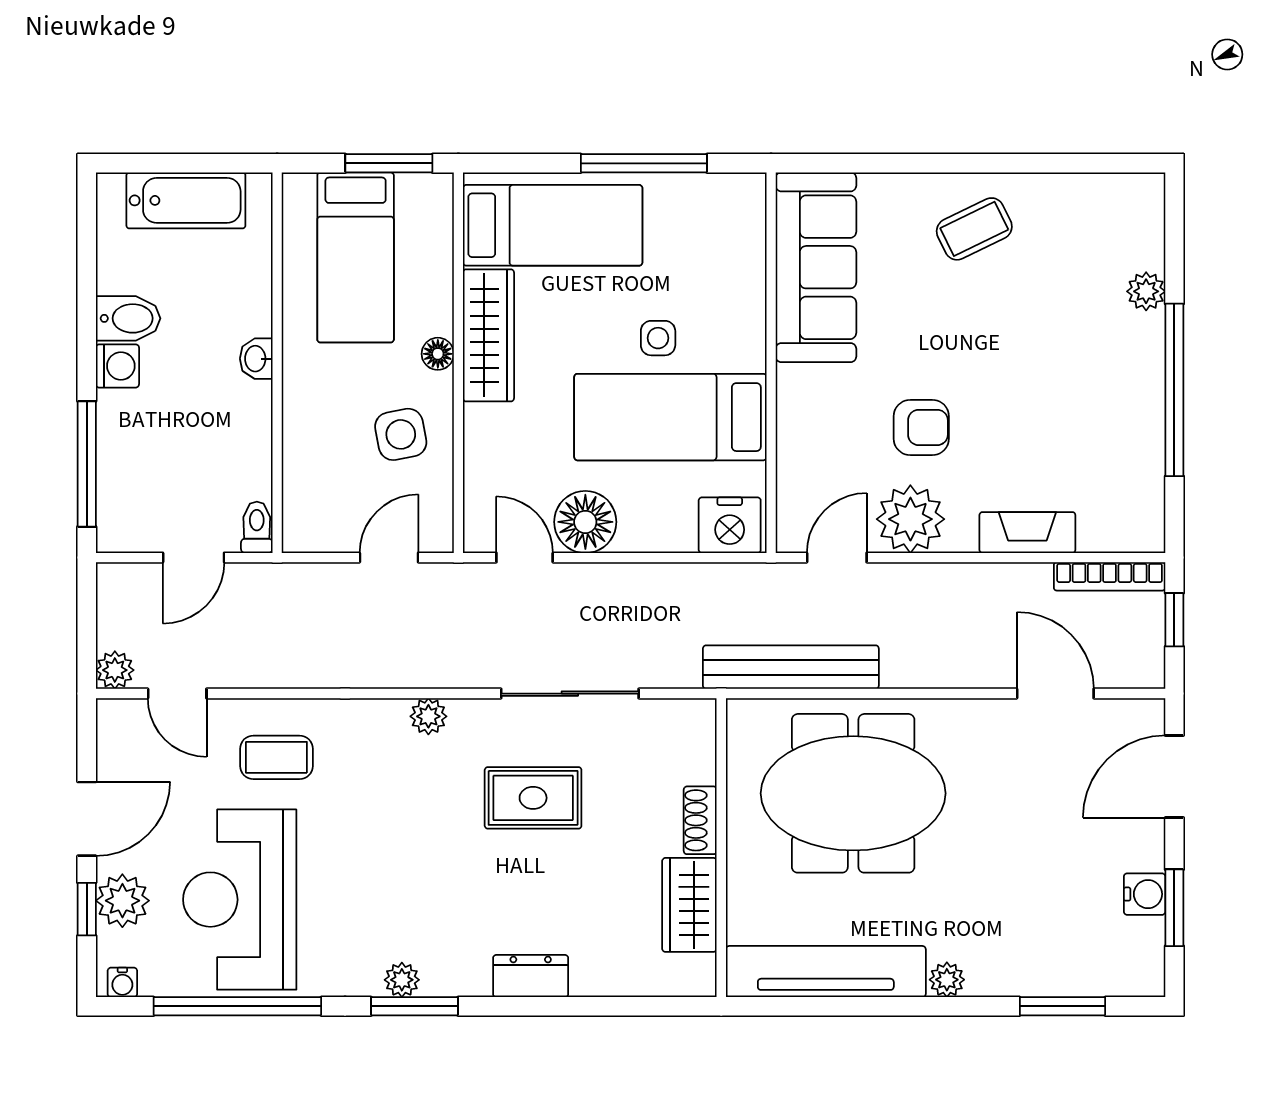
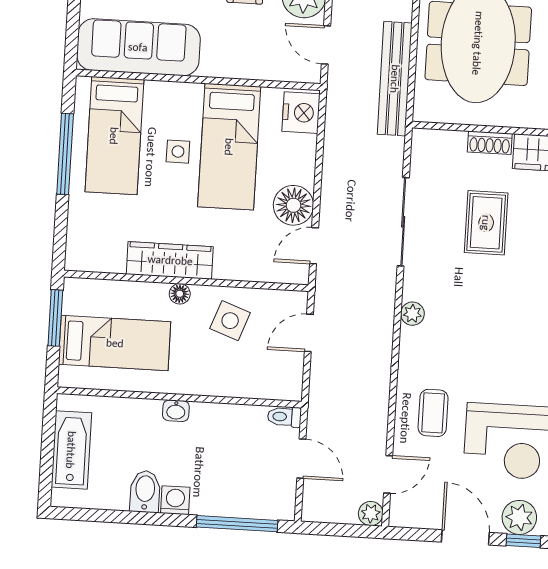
bed: (553, 225) -> (114, 136), moved, turned 180
side table: (401, 434) -> (230, 321), turned 31
door: (389, 558) -> (309, 333), hinge flipped
rug: (533, 798) -> (486, 223), moved

